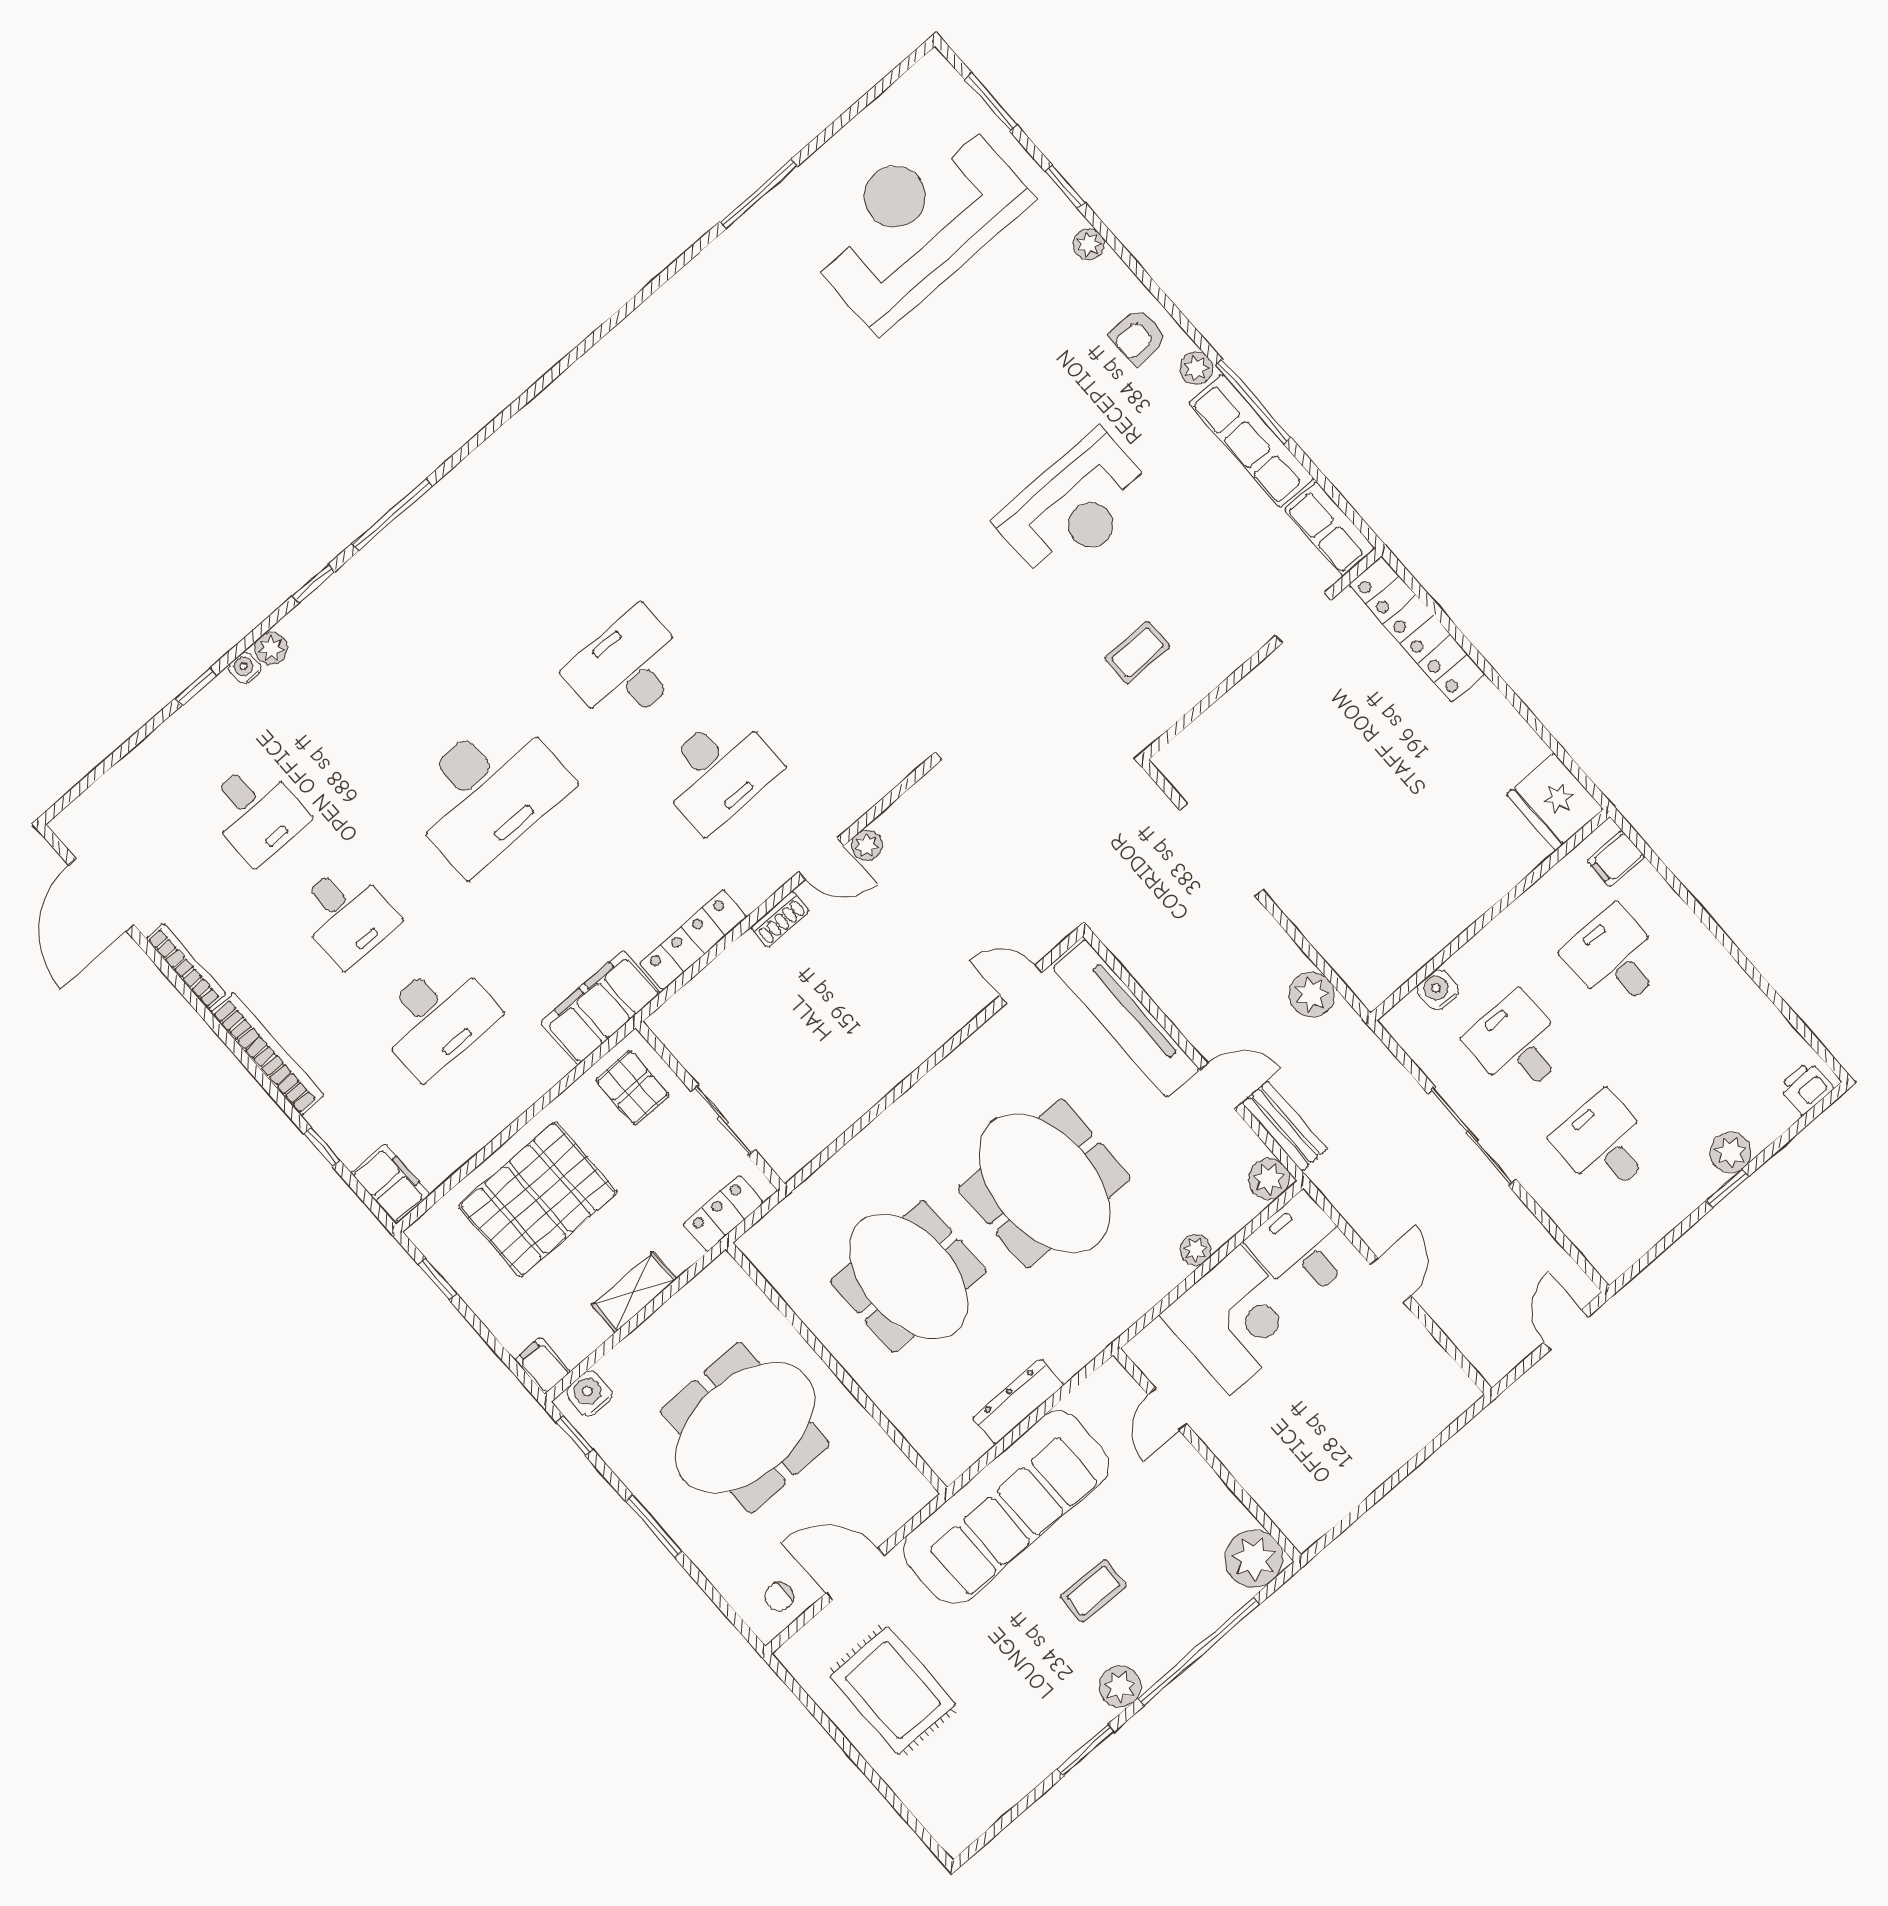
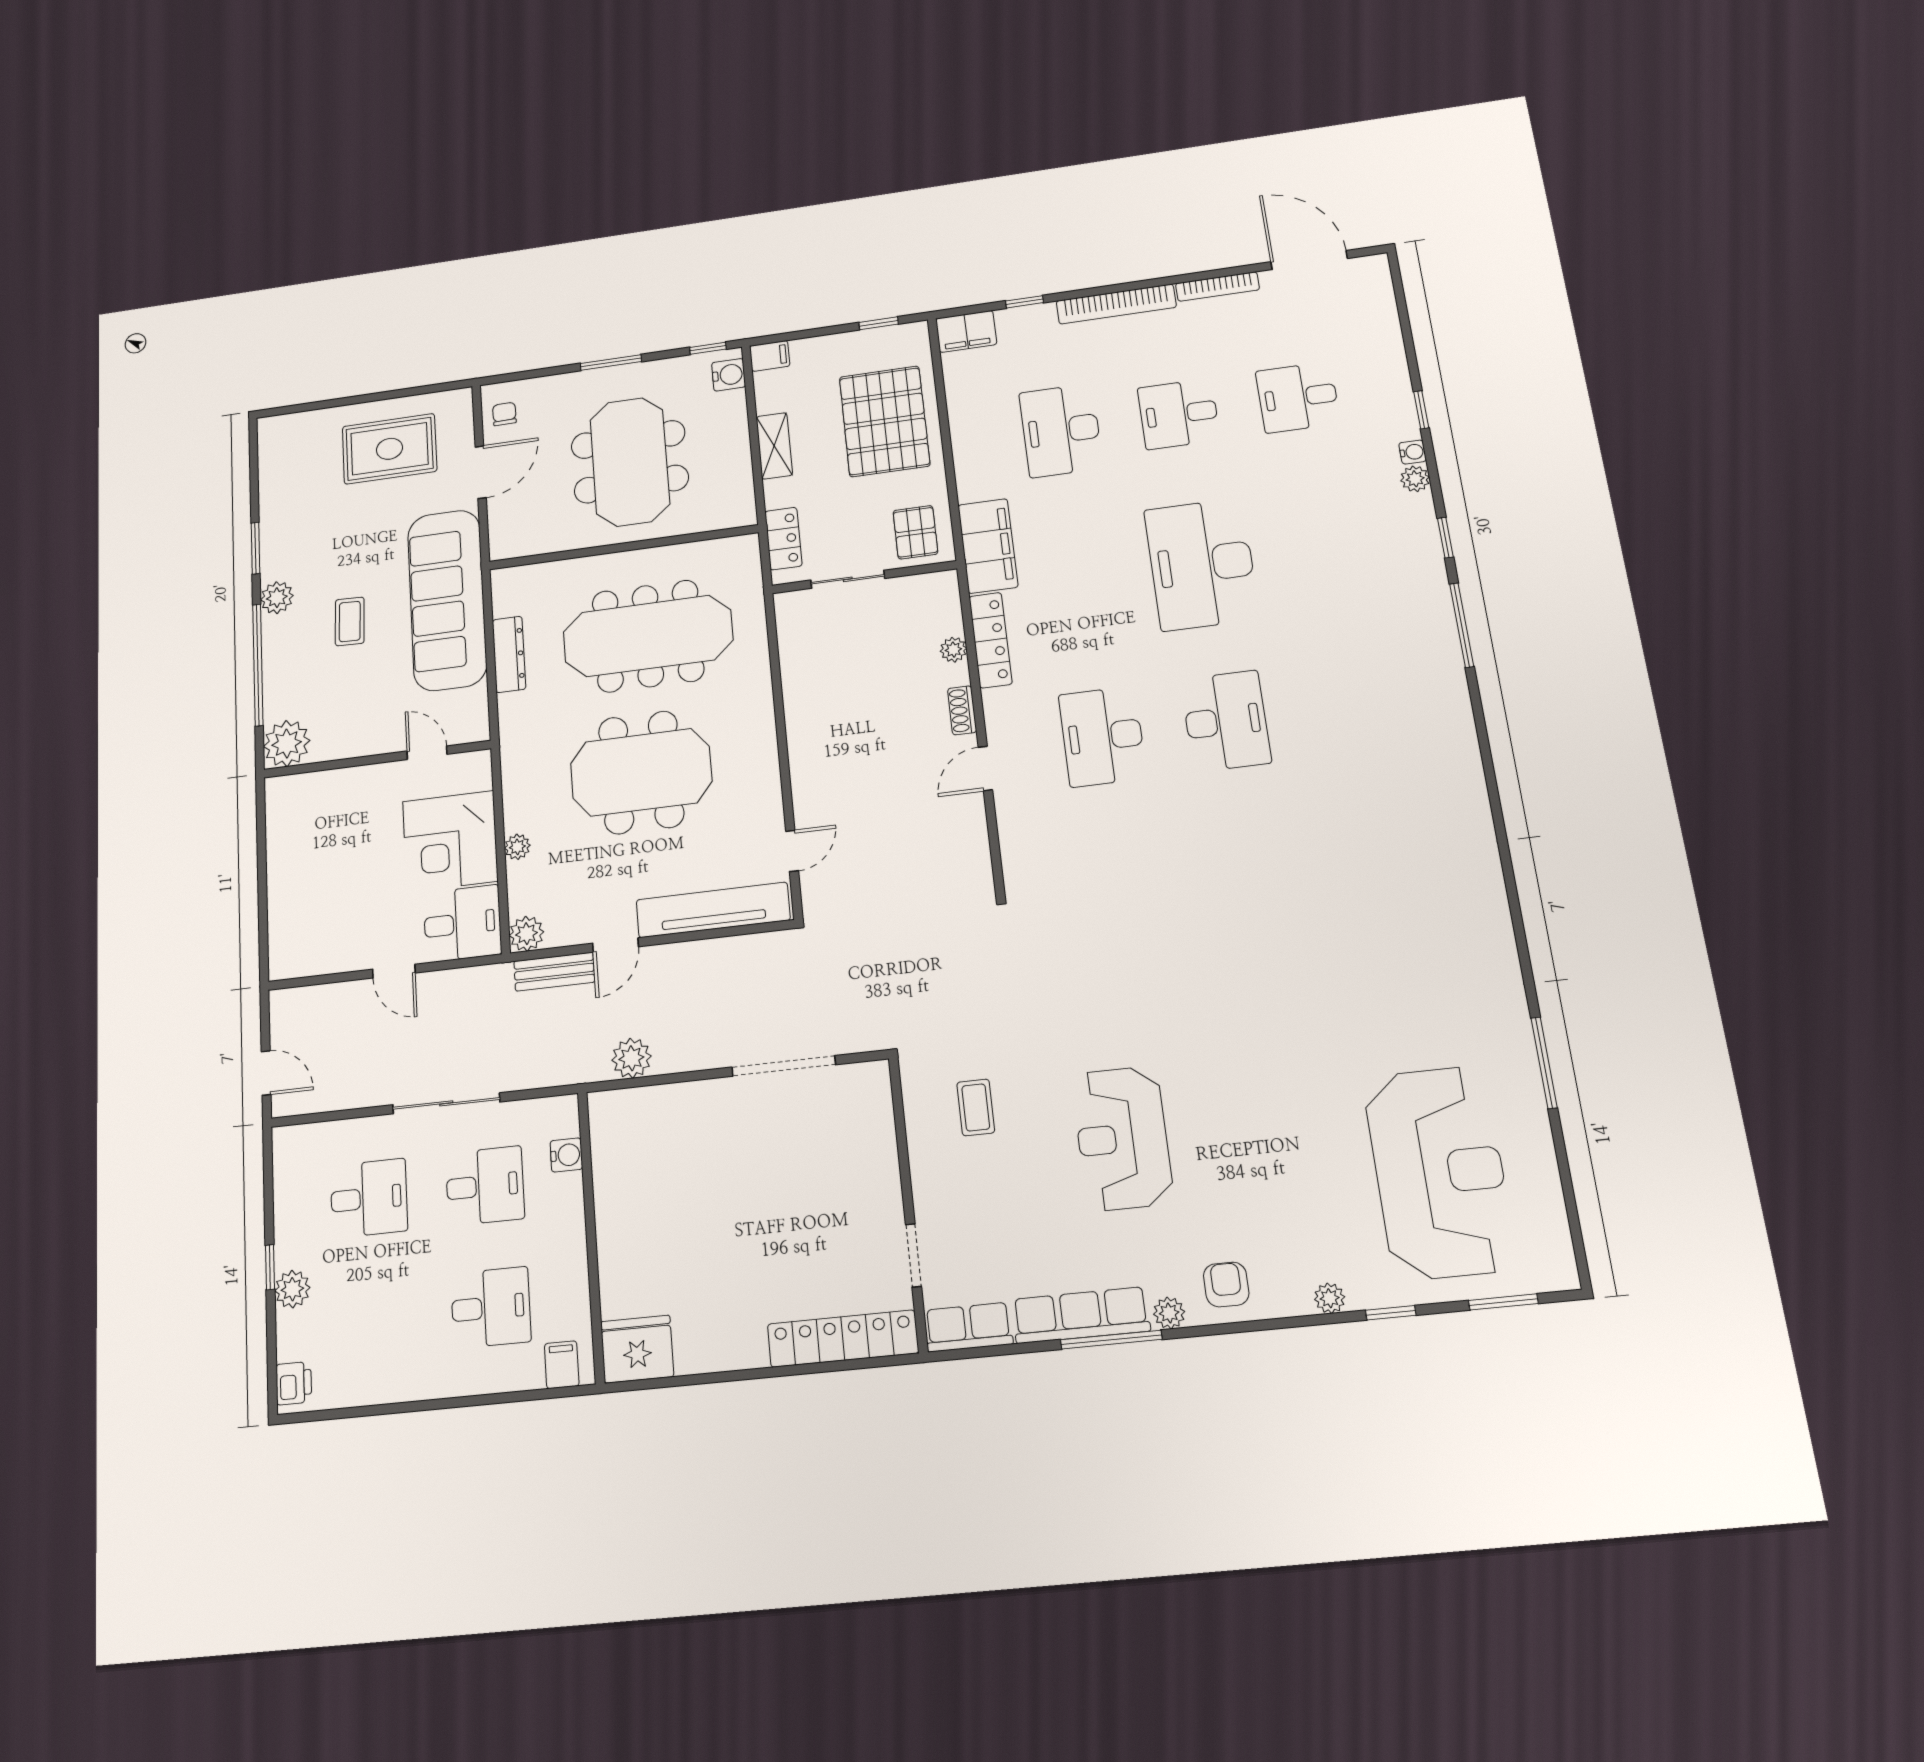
plant: (867, 845) -> (953, 650), moved
pallet: (632, 1088) -> (915, 532), turned 90
meeting table: (908, 1276) -> (648, 636), width x1.36

